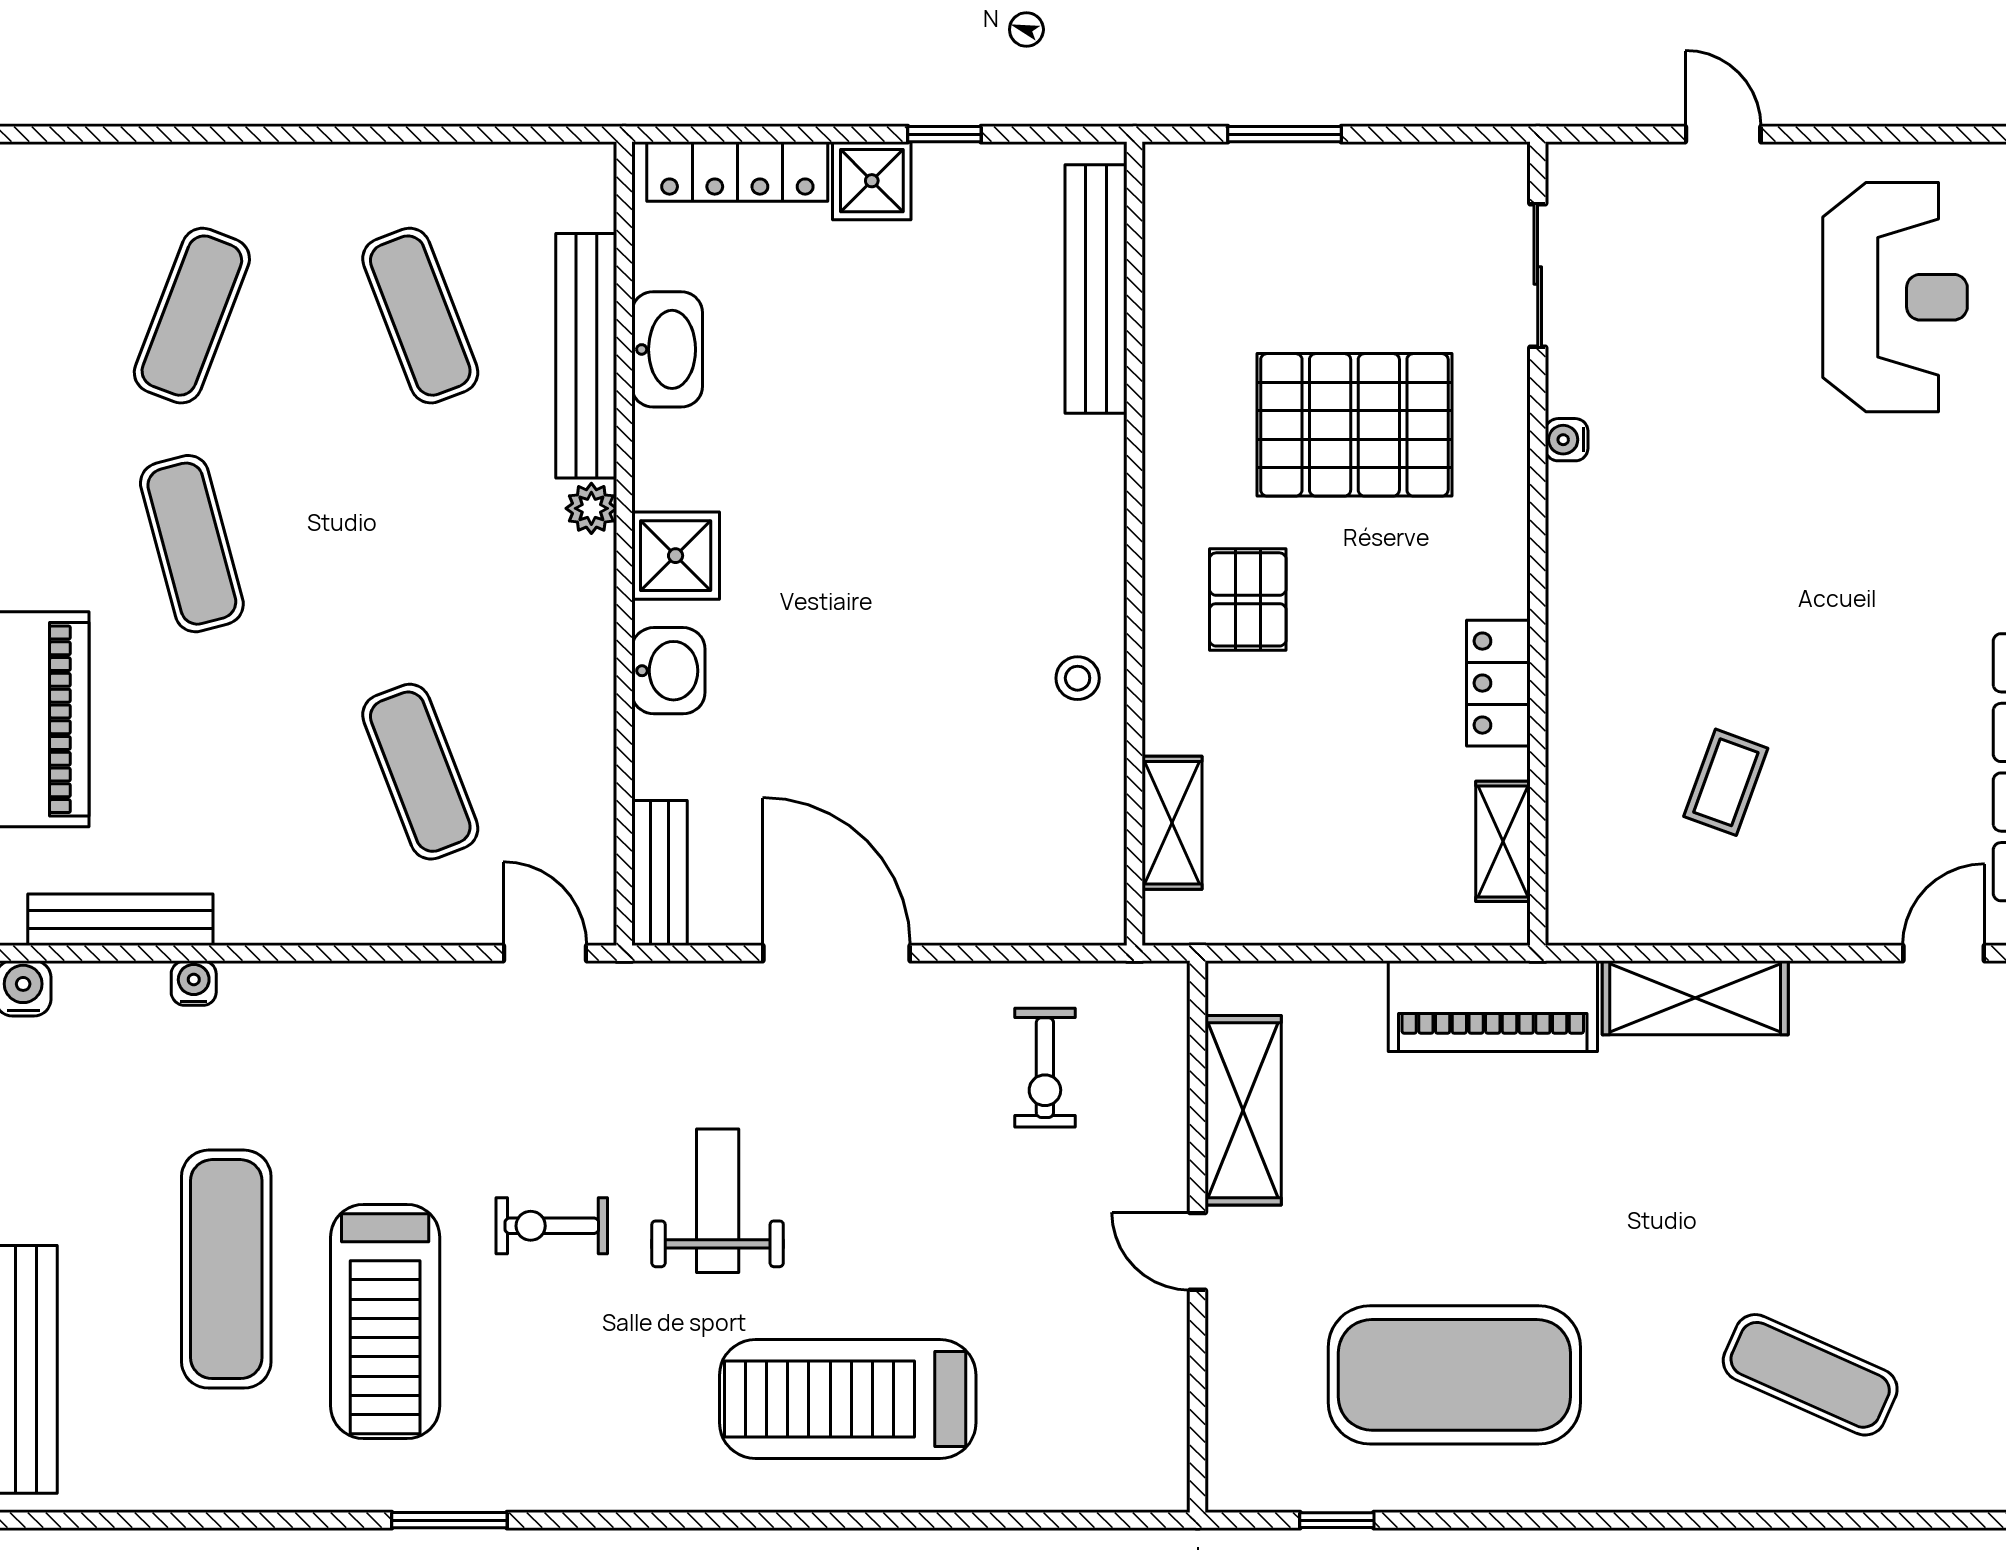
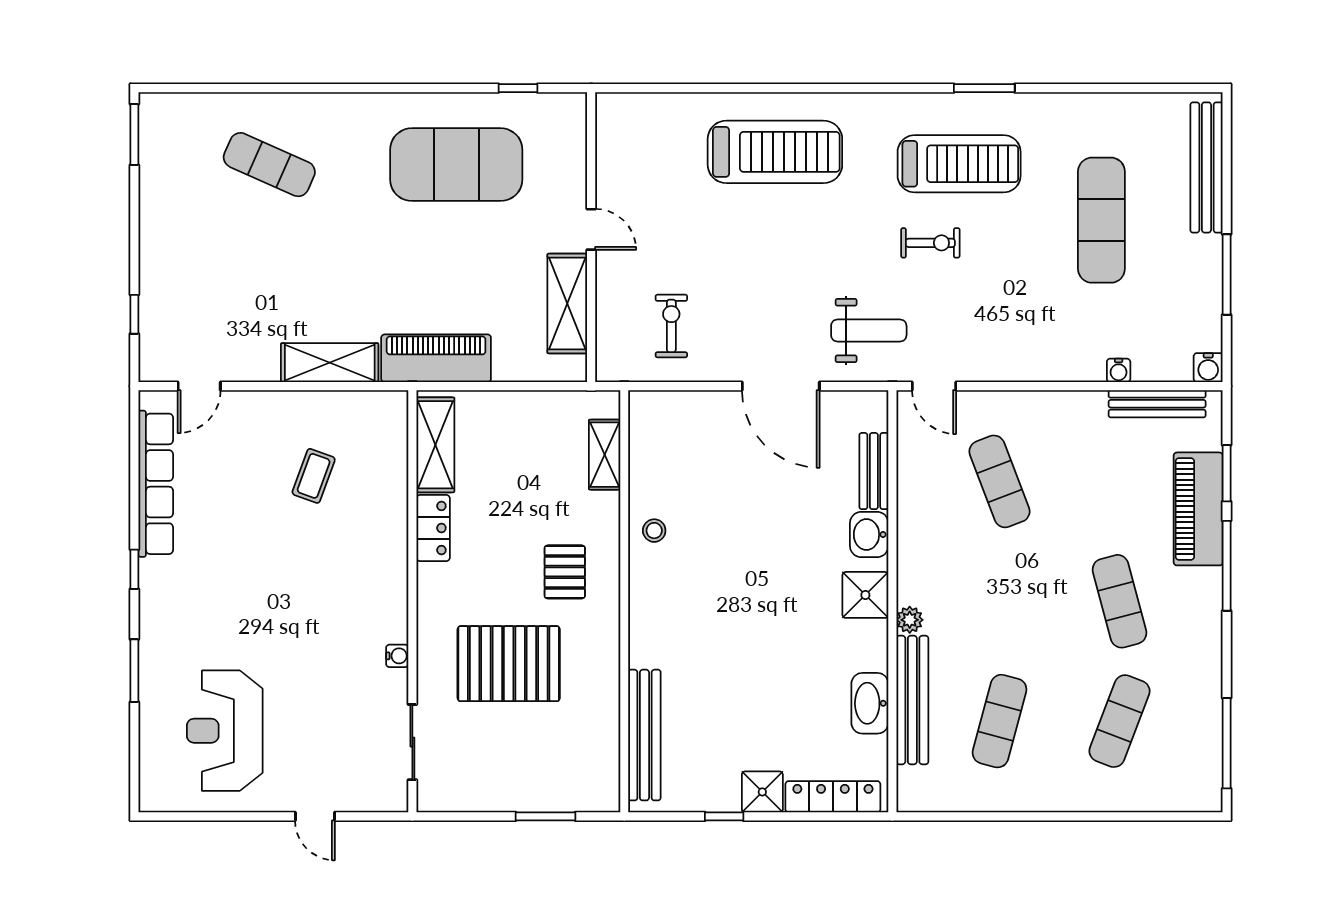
exercise mat: (420, 316) -> (1000, 721), turned 36
shelving: (1503, 841) -> (435, 445), width x1.50, depth x1.33
bench: (659, 873) -> (874, 471), moved
weight bench: (718, 1201) -> (869, 331), moved, turned -90
treadmill: (385, 1322) -> (959, 164), moved, turned 90

